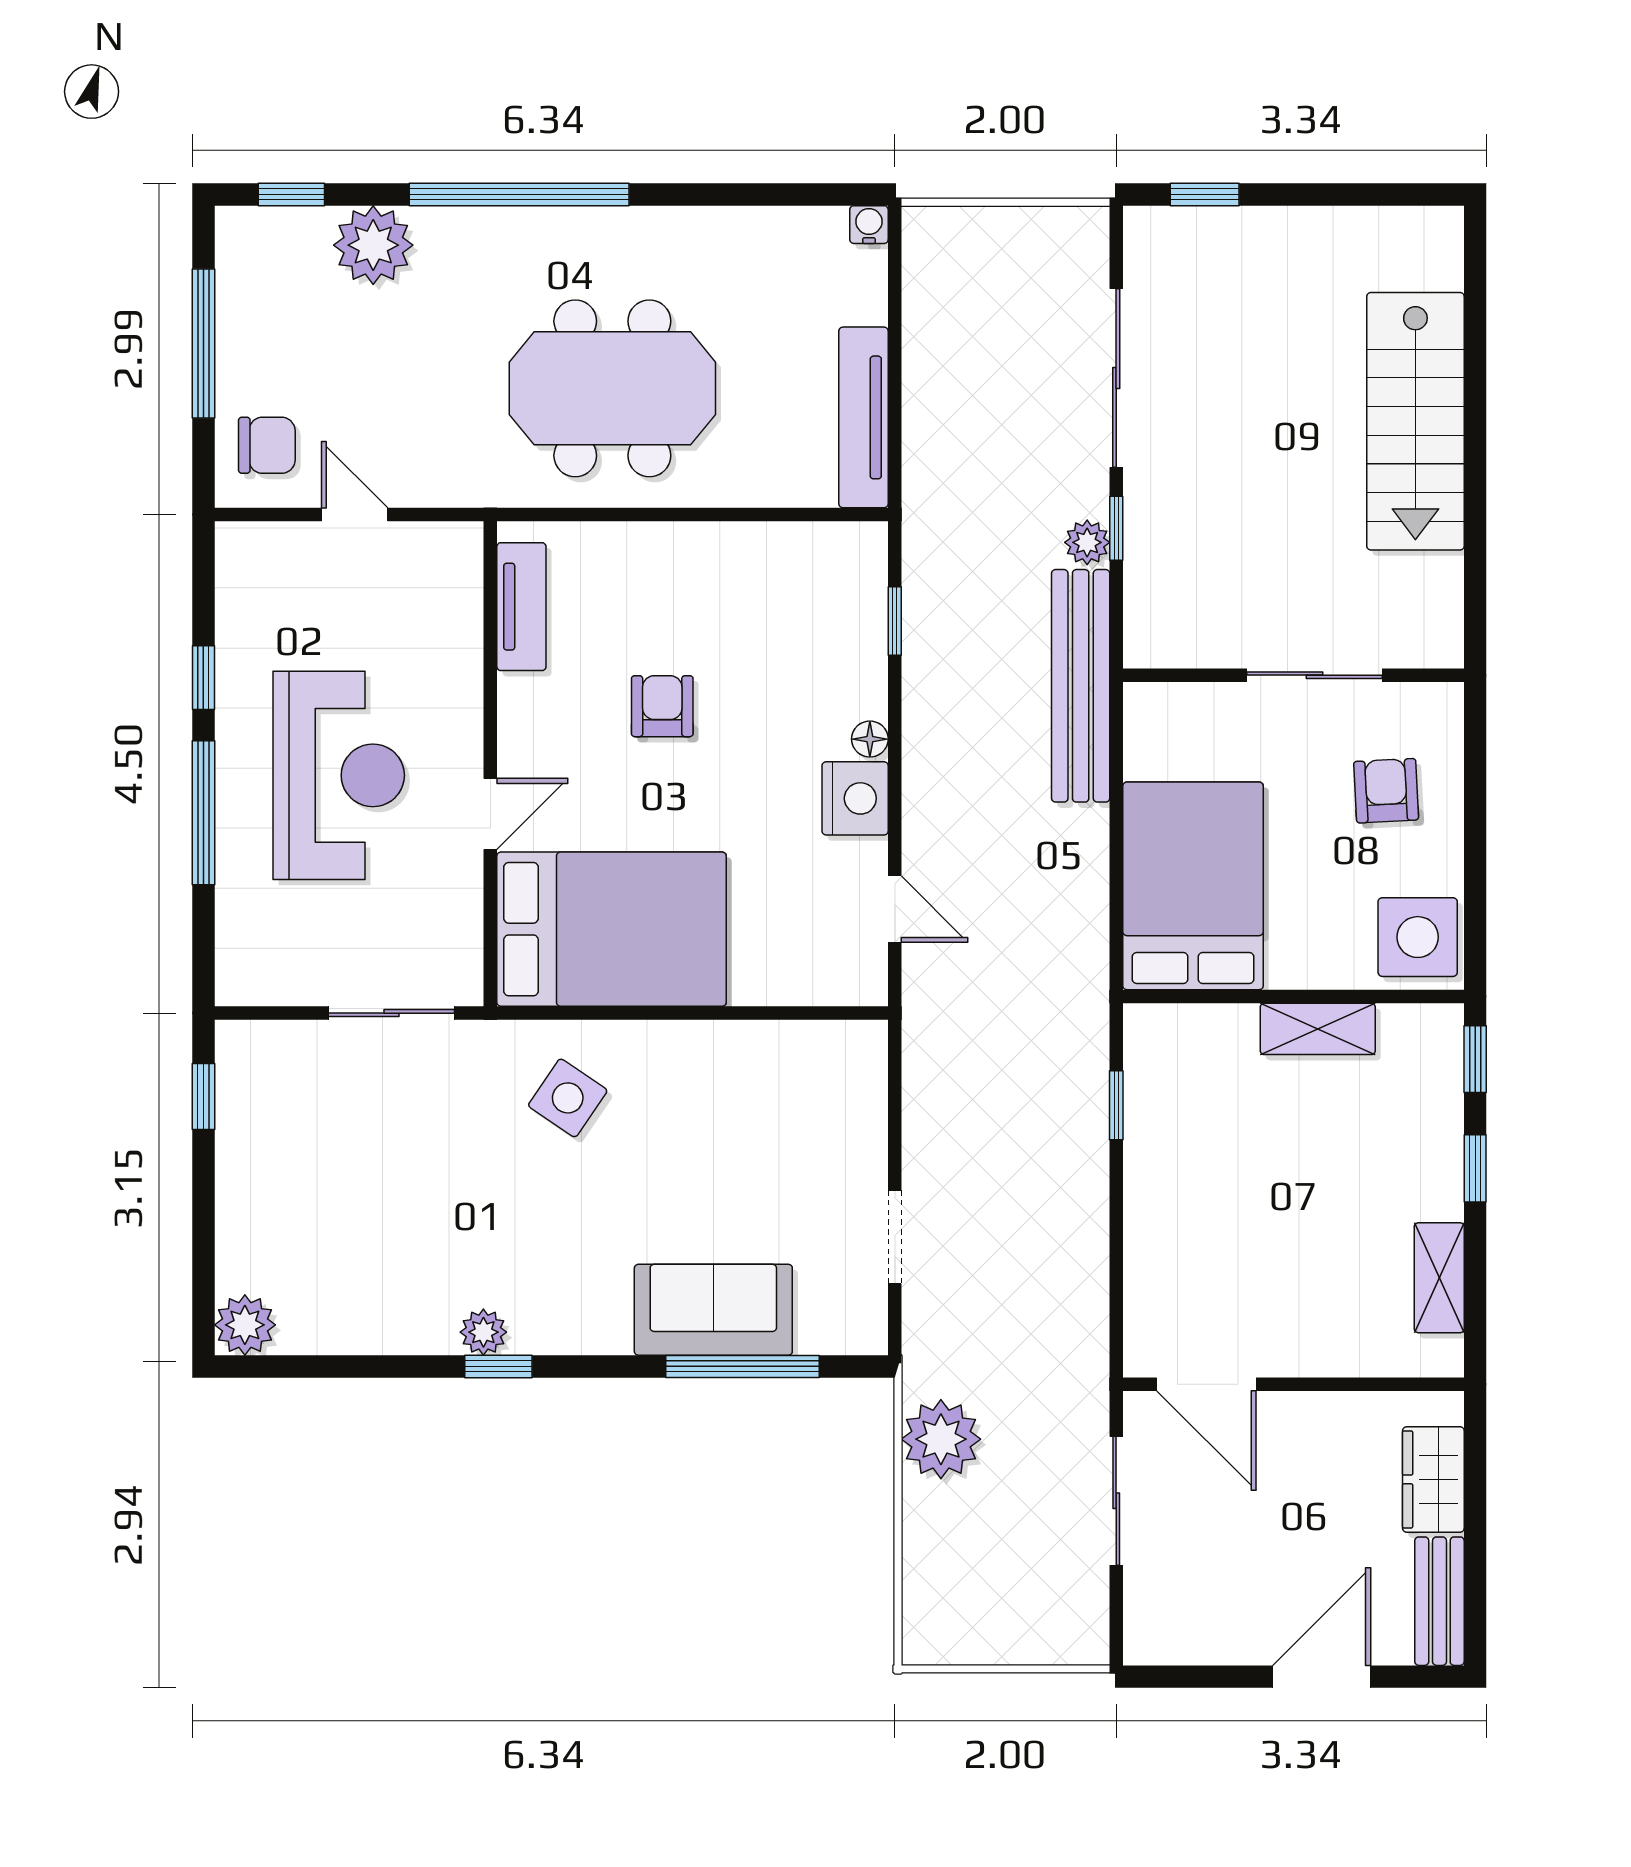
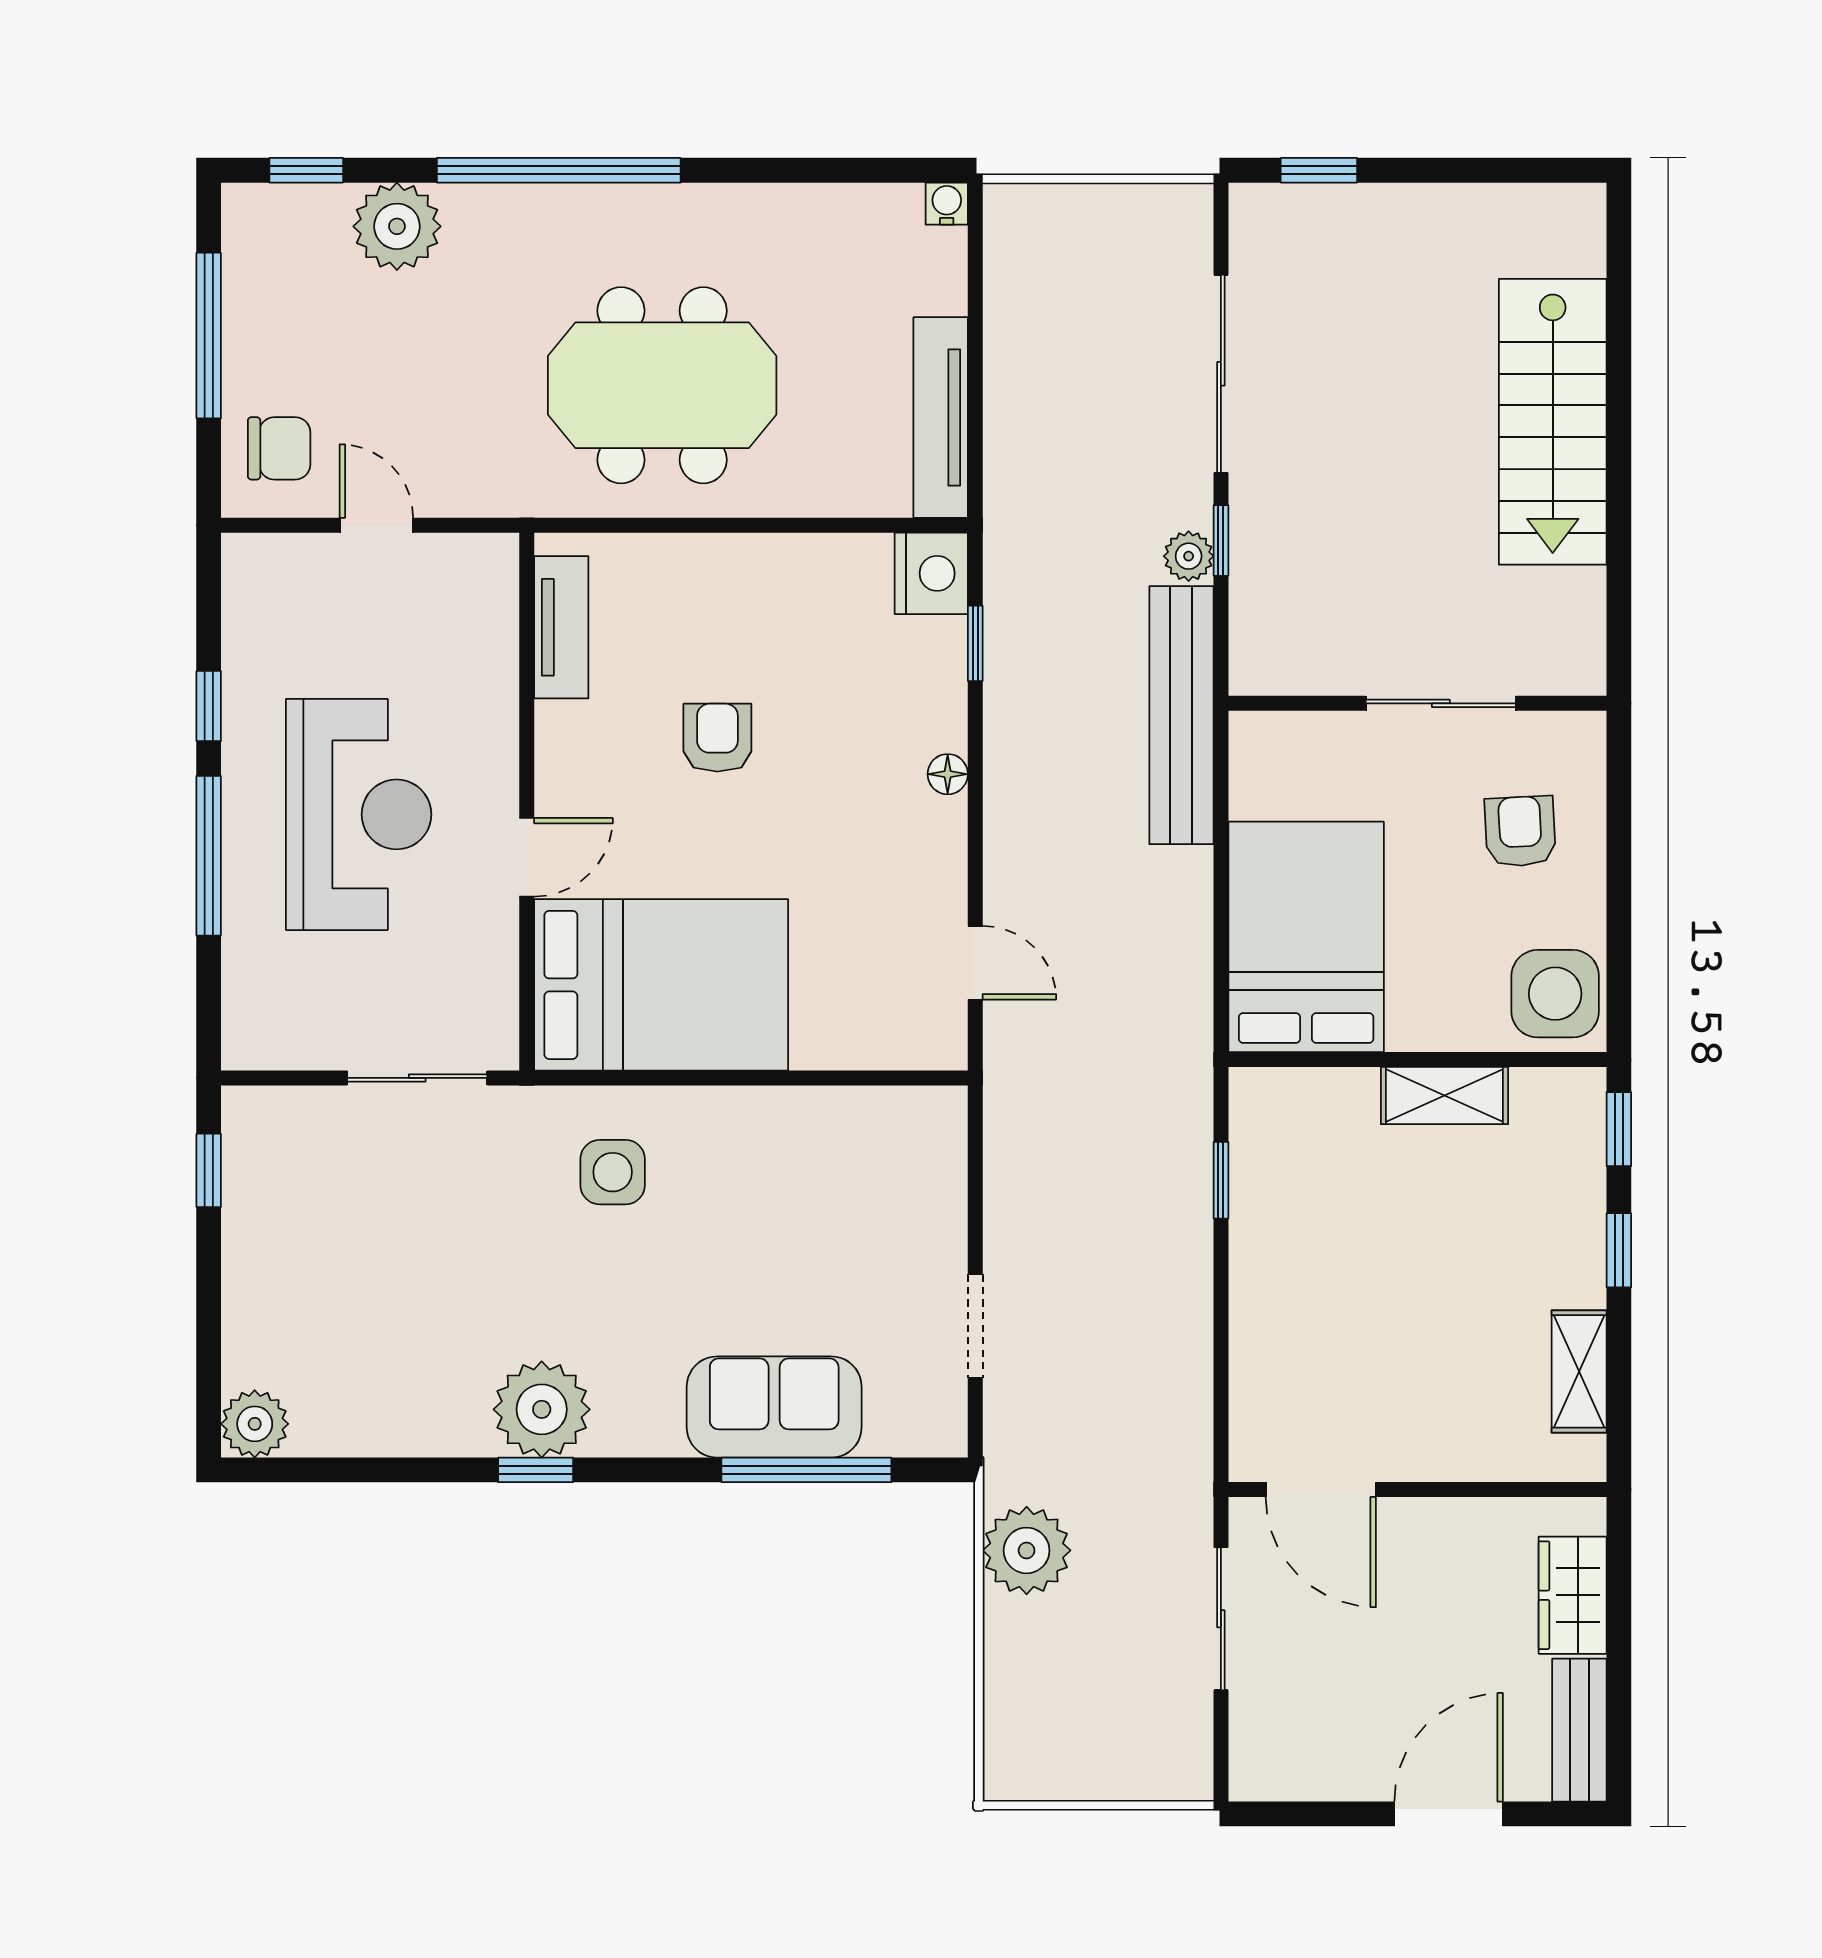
nightstand: (855, 798) -> (931, 573), moved
side table: (568, 1098) -> (613, 1172), turned -34
plant: (483, 1332) -> (542, 1409), width x1.88, depth x1.88

